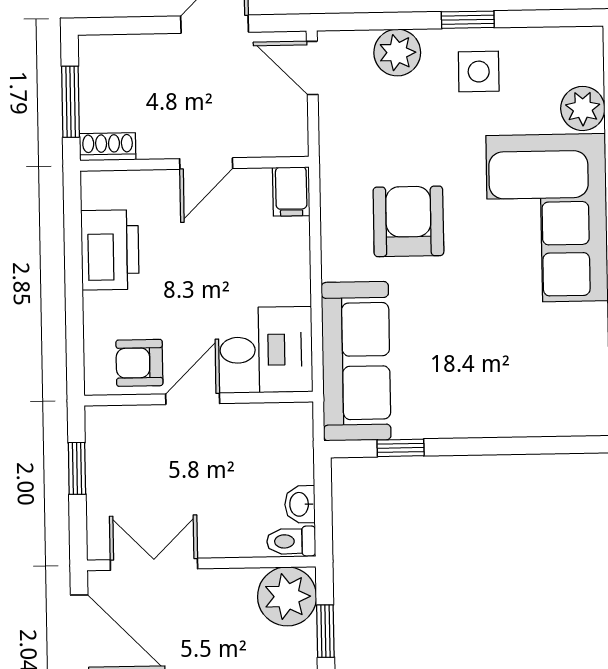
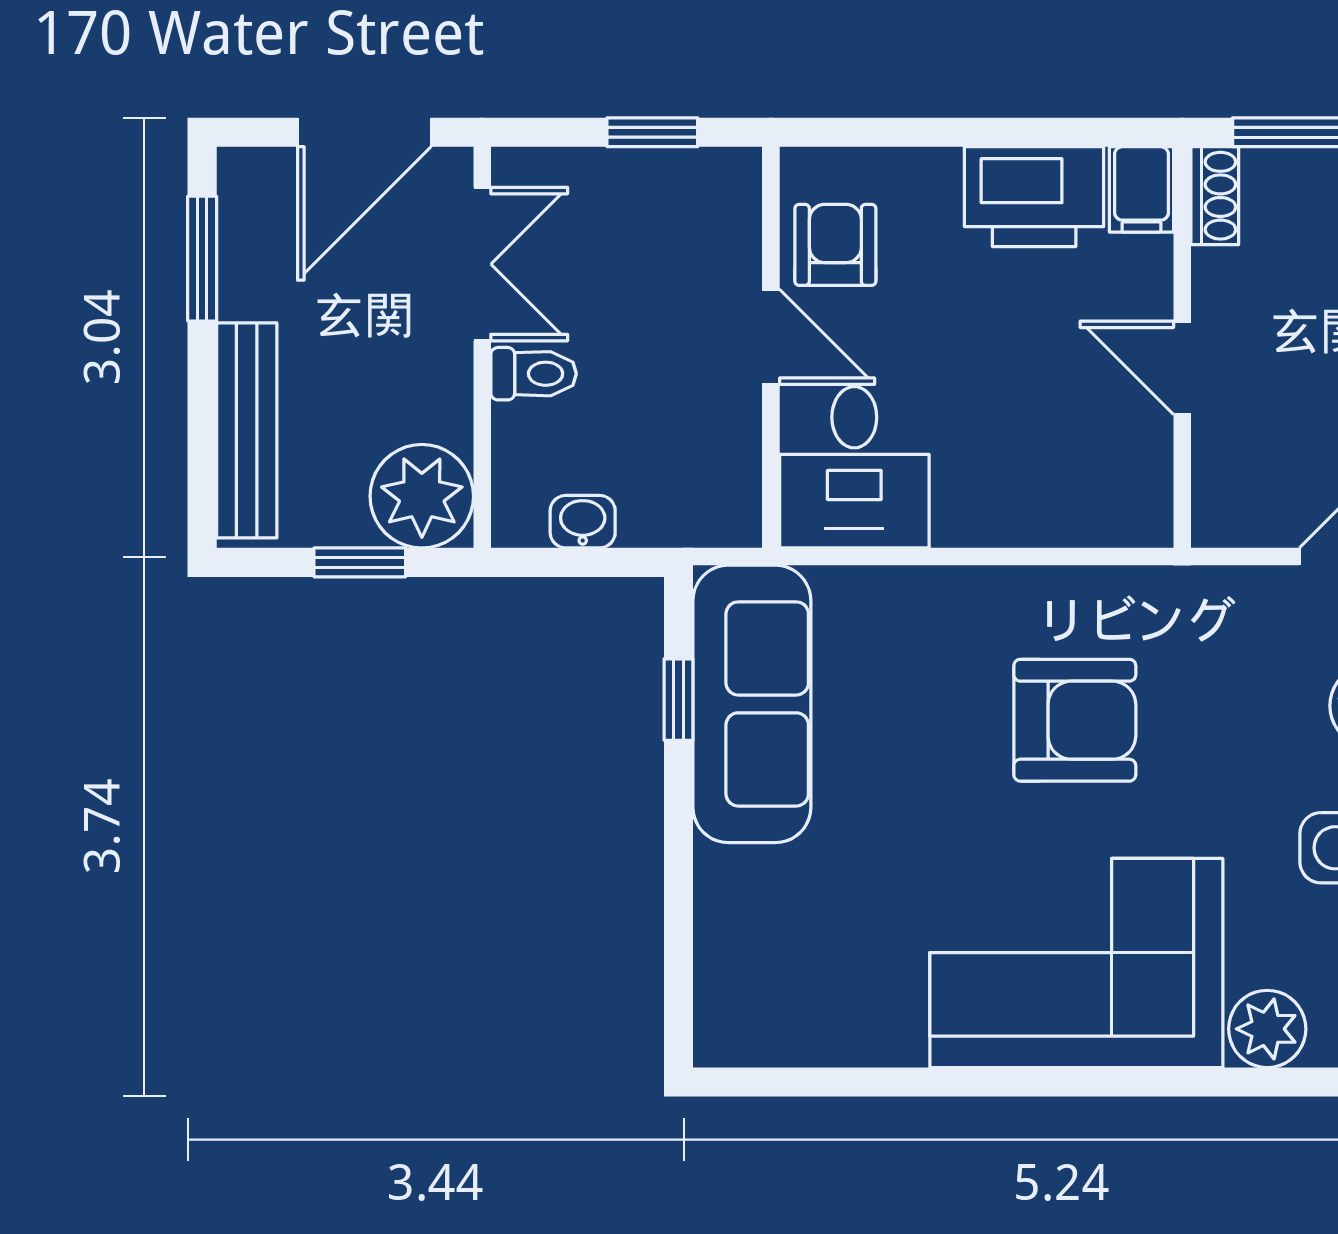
filing cabinet: (291, 191) -> (1141, 189), moved, turned -90
sofa: (356, 361) -> (752, 704), moved, turned -90
toilet: (291, 541) -> (534, 374), moved, turned 90

